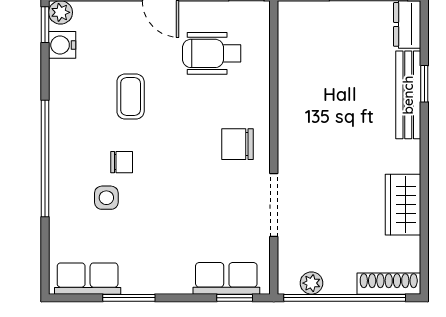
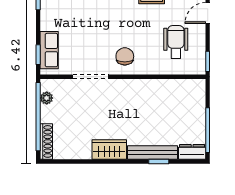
wardrobe: (403, 205) -> (109, 150), moved

